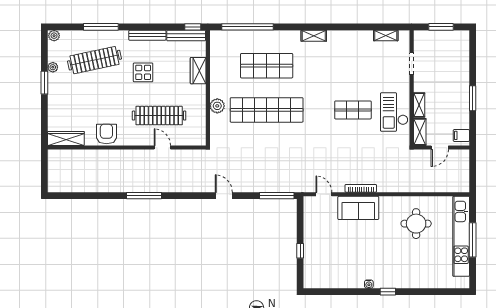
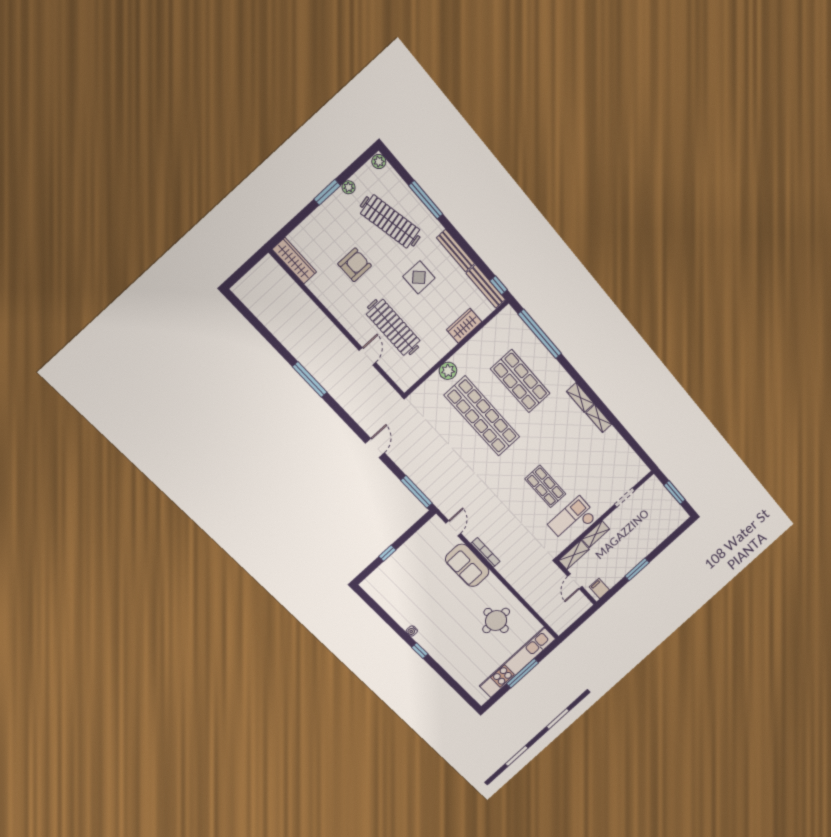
shelving: (386, 36) -> (599, 419), moved
armchair: (106, 134) -> (355, 265), moved
door: (440, 148) -> (575, 581), hinge flipped

